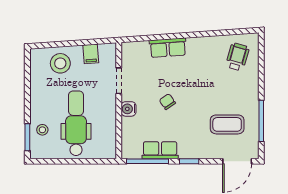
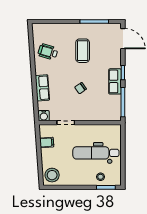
wheelchair: (237, 57) -> (48, 52), moved
stool: (60, 63) -> (52, 175), moved
water cooler: (128, 109) -> (44, 116), moved
coffee table: (227, 124) -> (83, 51), moved
row of seats: (160, 150) -> (115, 81), moved

